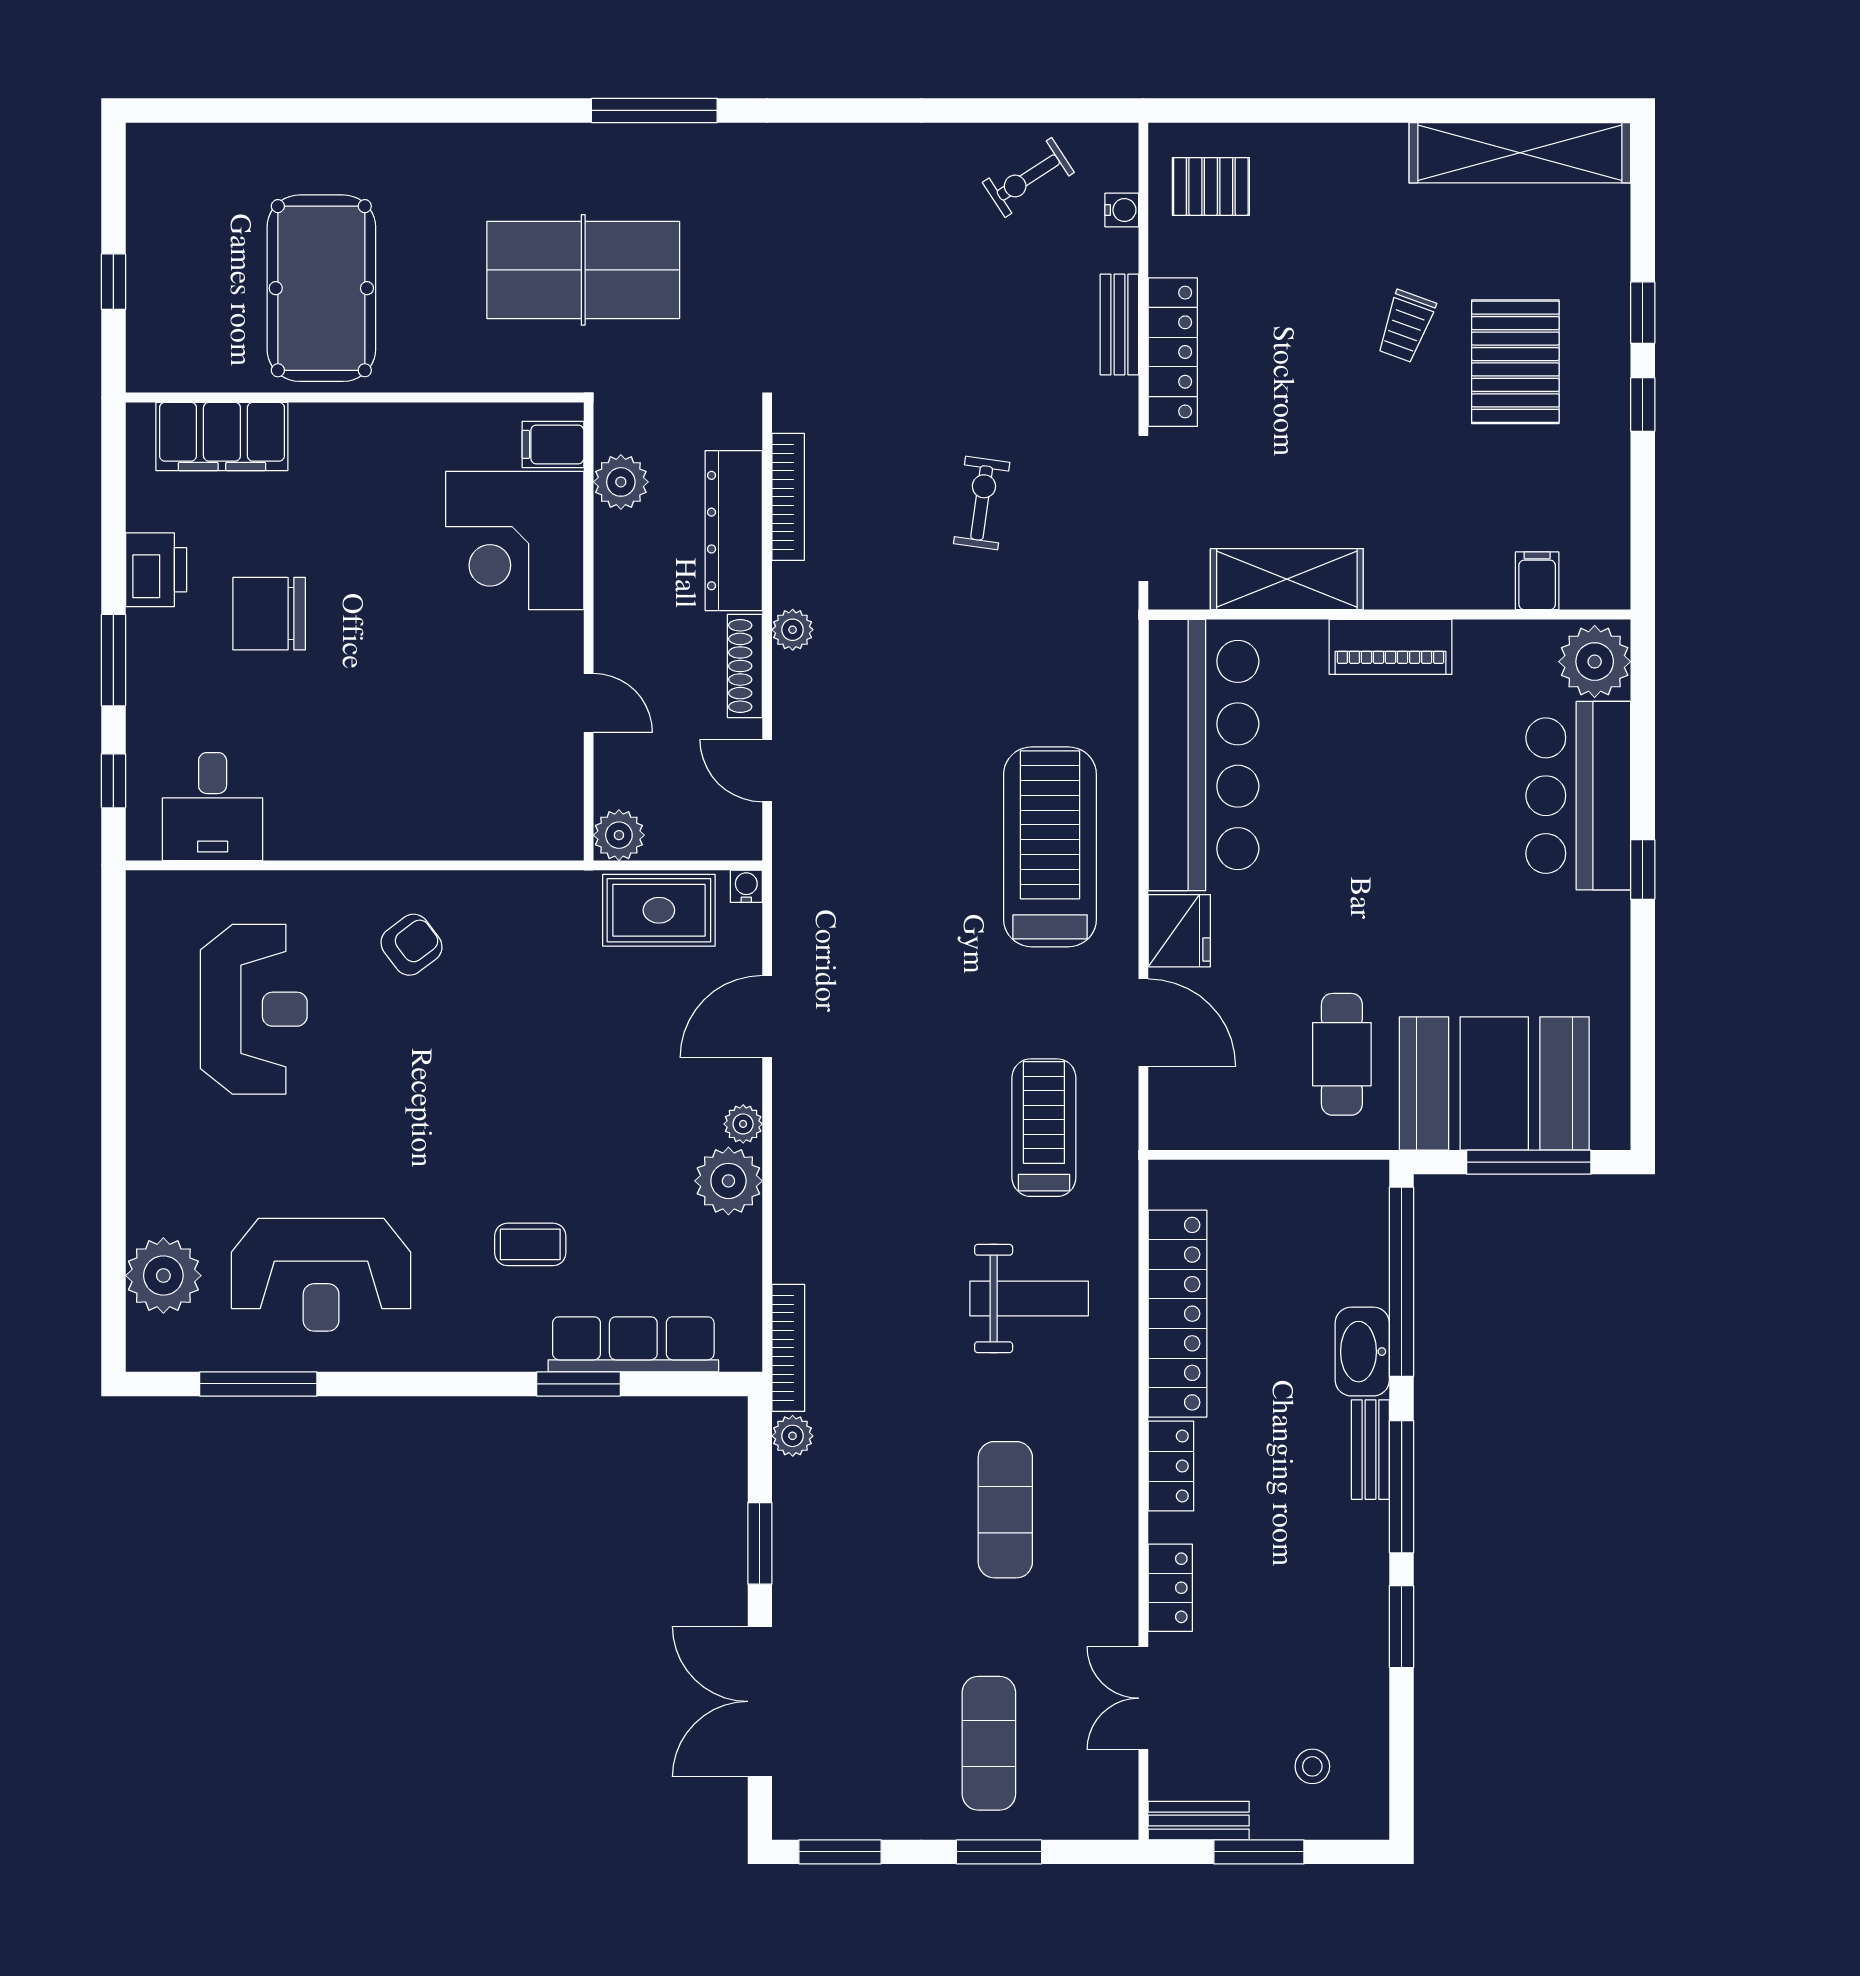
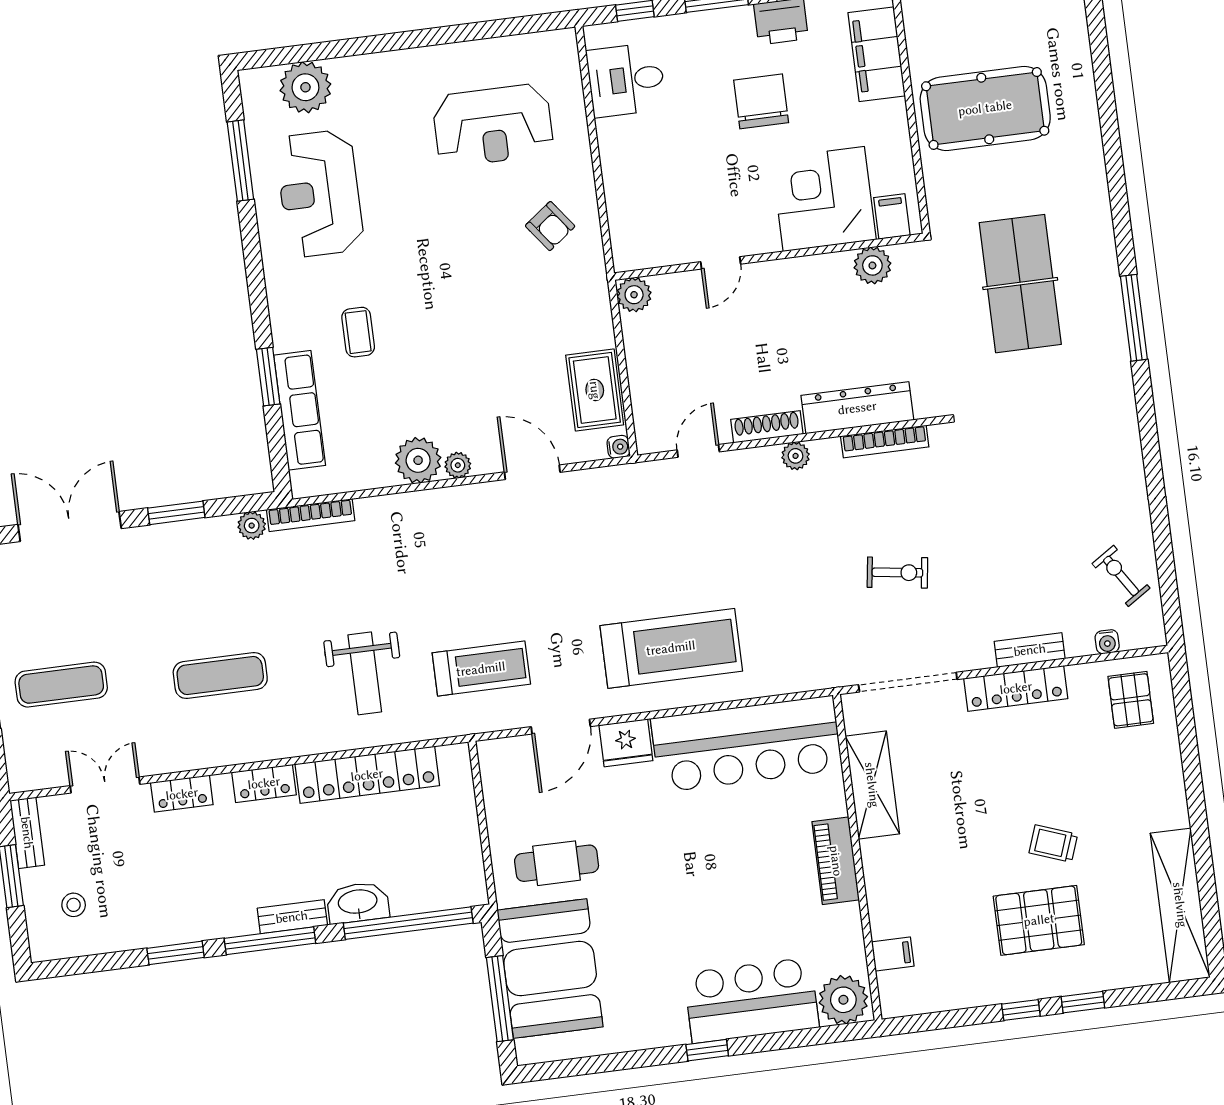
filing cabinet: (553, 444) -> (892, 216), moved
plant: (621, 482) -> (872, 265), moved
corner desk: (515, 541) -> (824, 199), moved
wall: (589, 631) -> (769, 257), moved
door: (589, 703) -> (721, 263), moved
plant: (619, 835) -> (634, 295), moved

